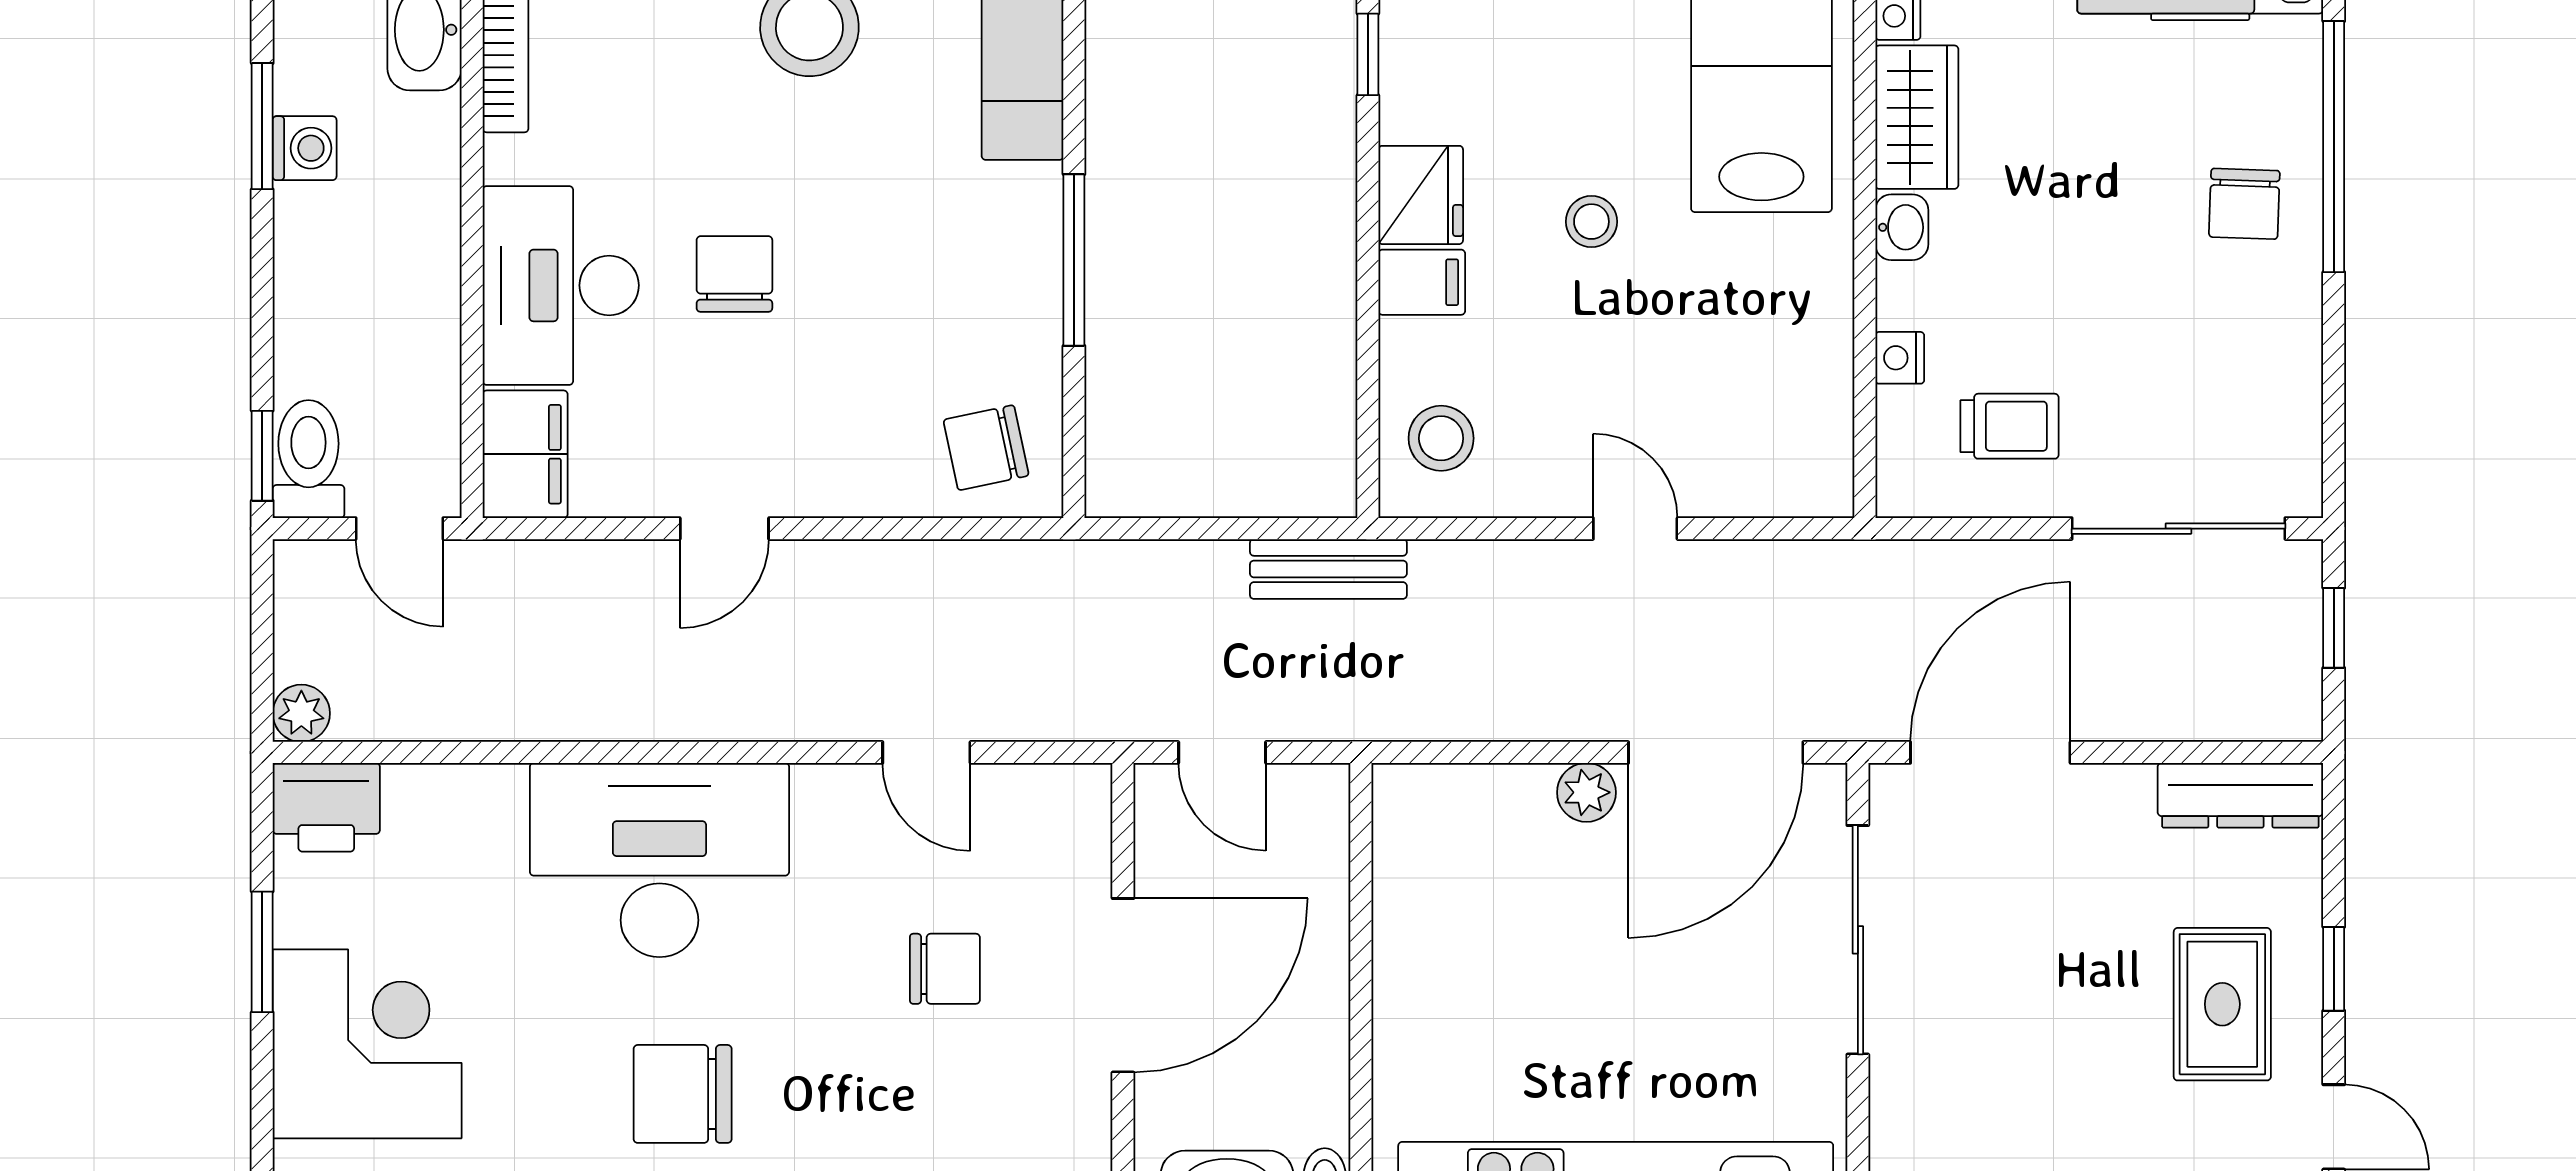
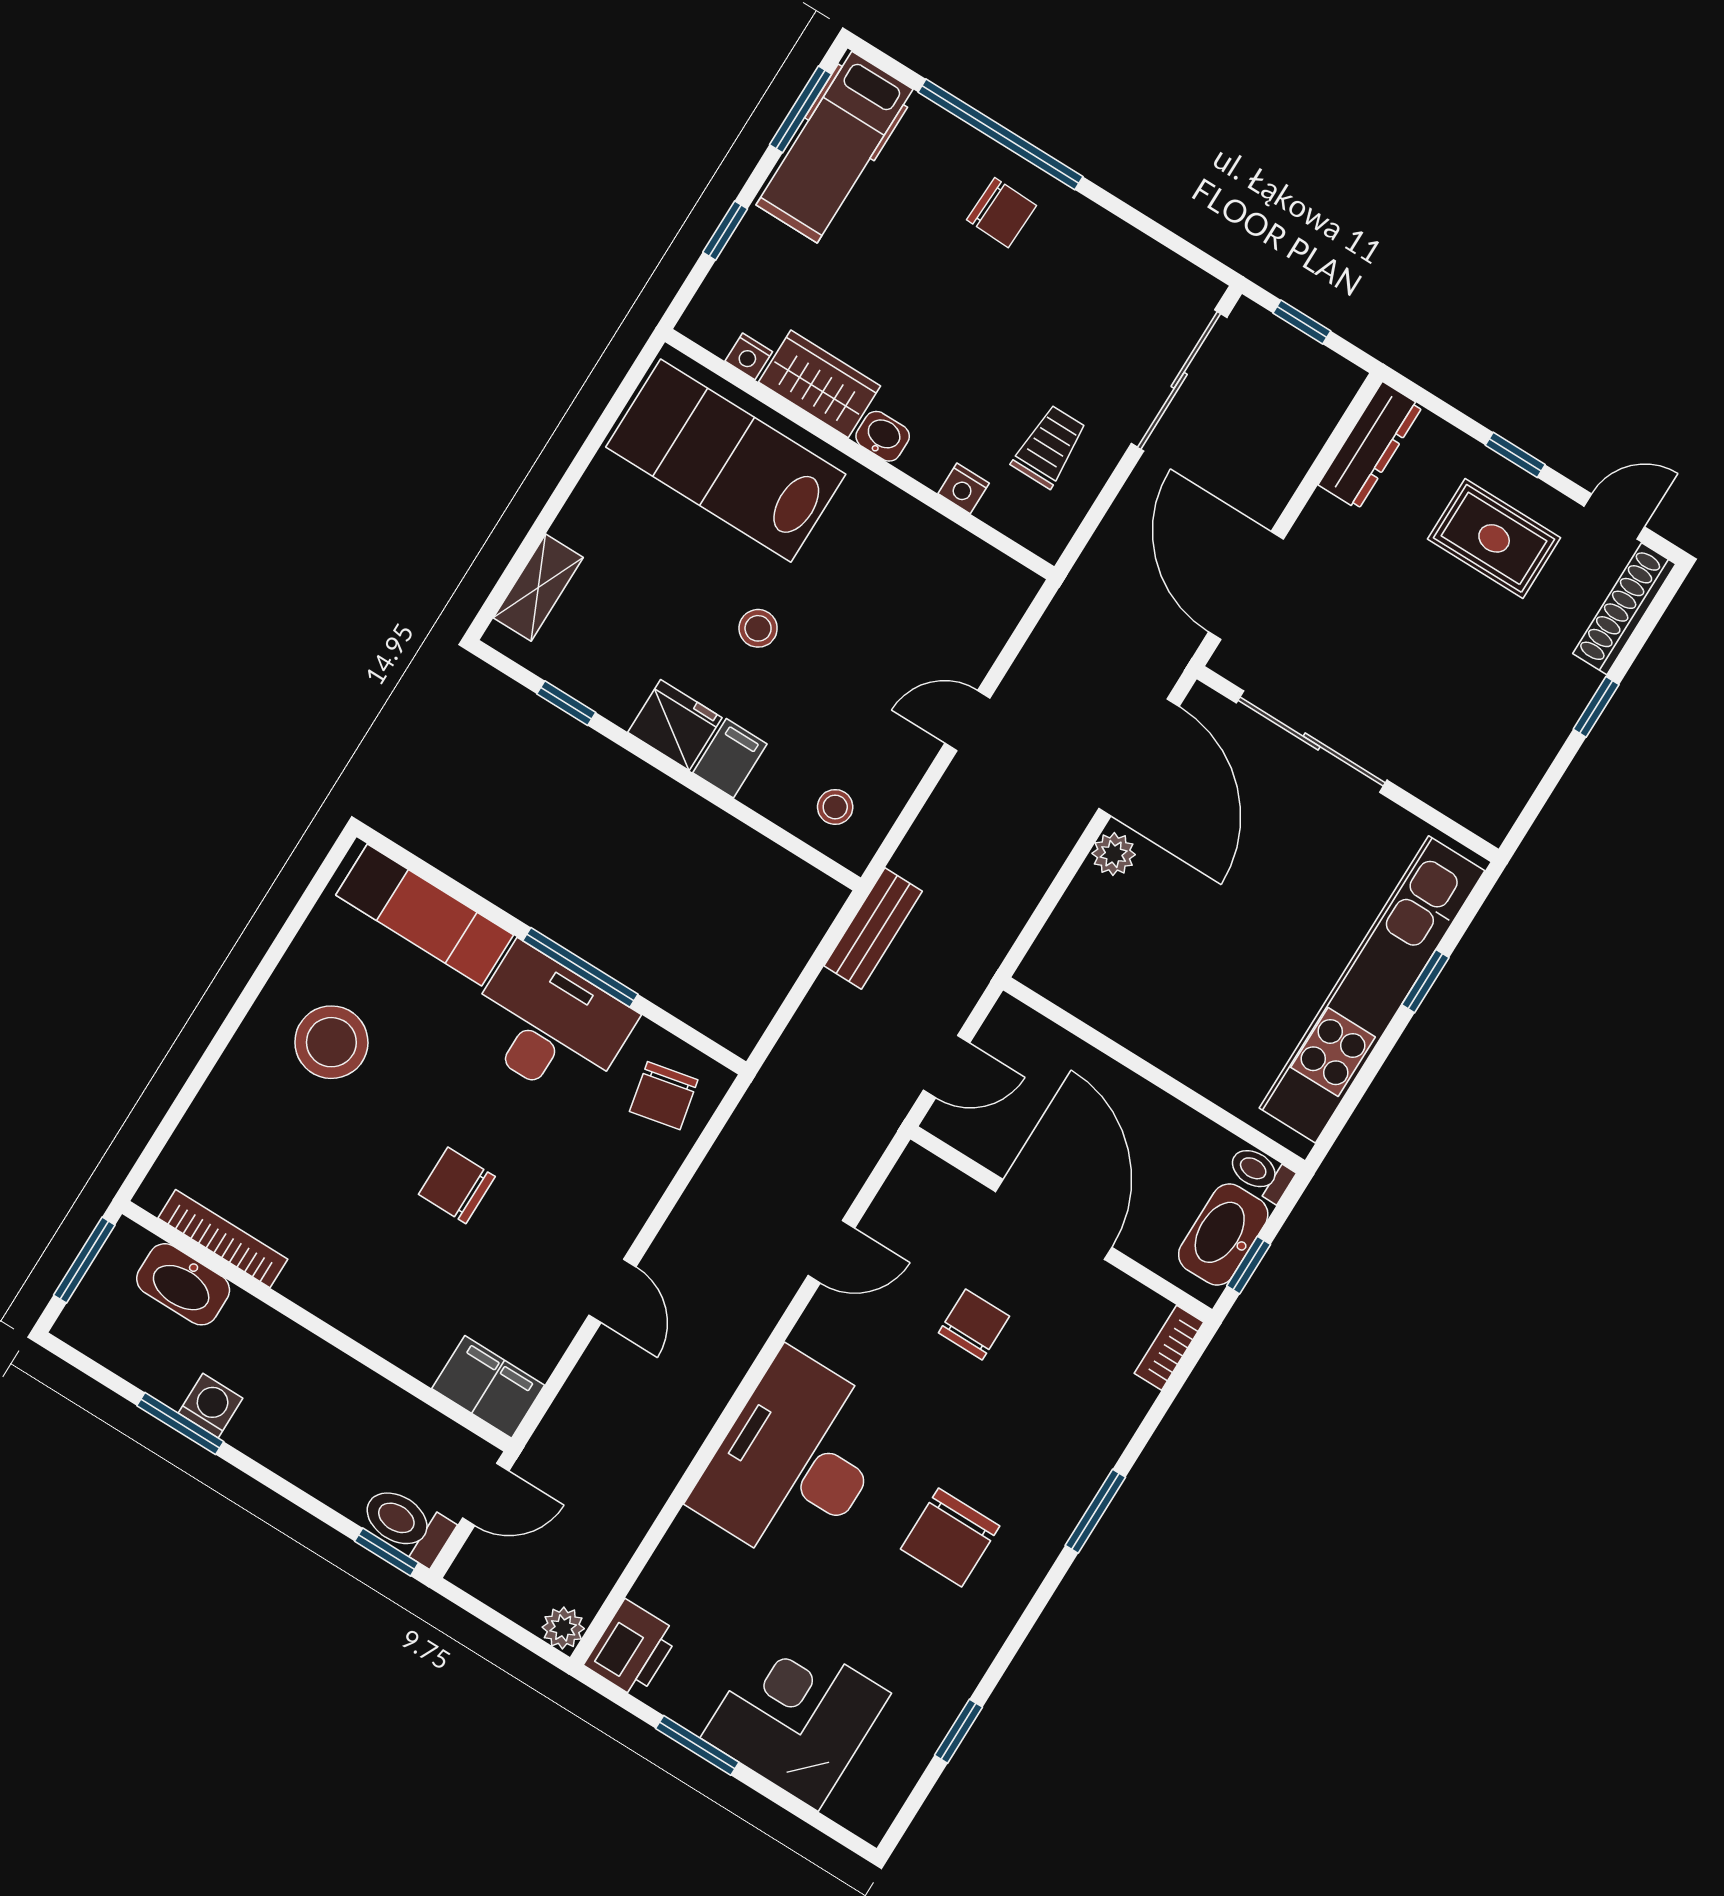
desk: (561, 285) -> (549, 1025), moved, turned 180
stool: (1441, 438) -> (835, 807), width x0.73, depth x0.73

